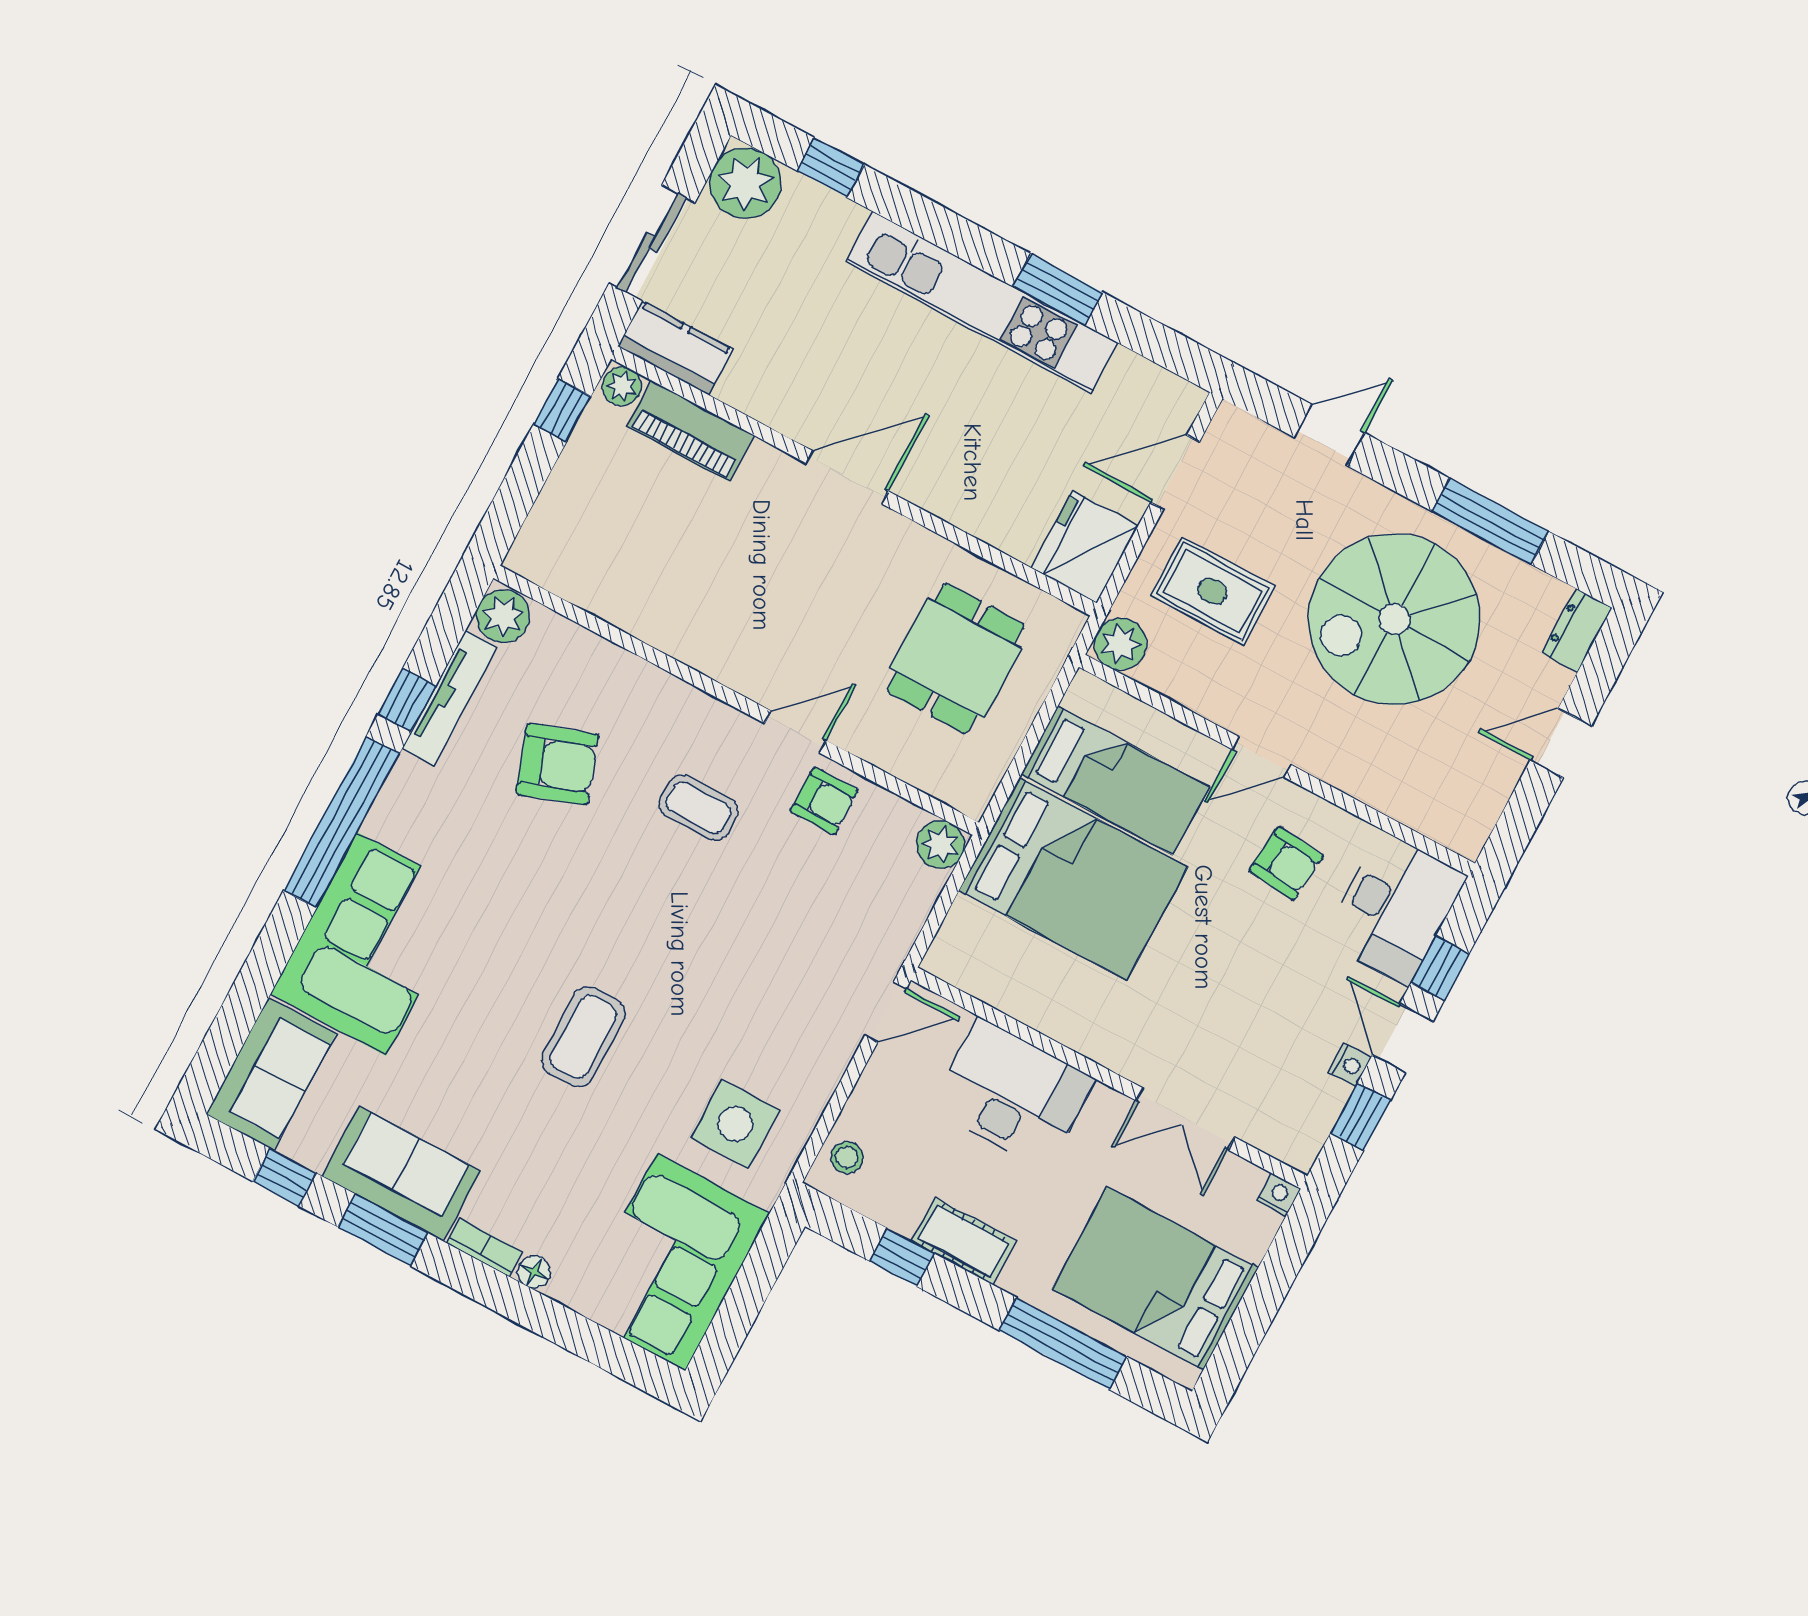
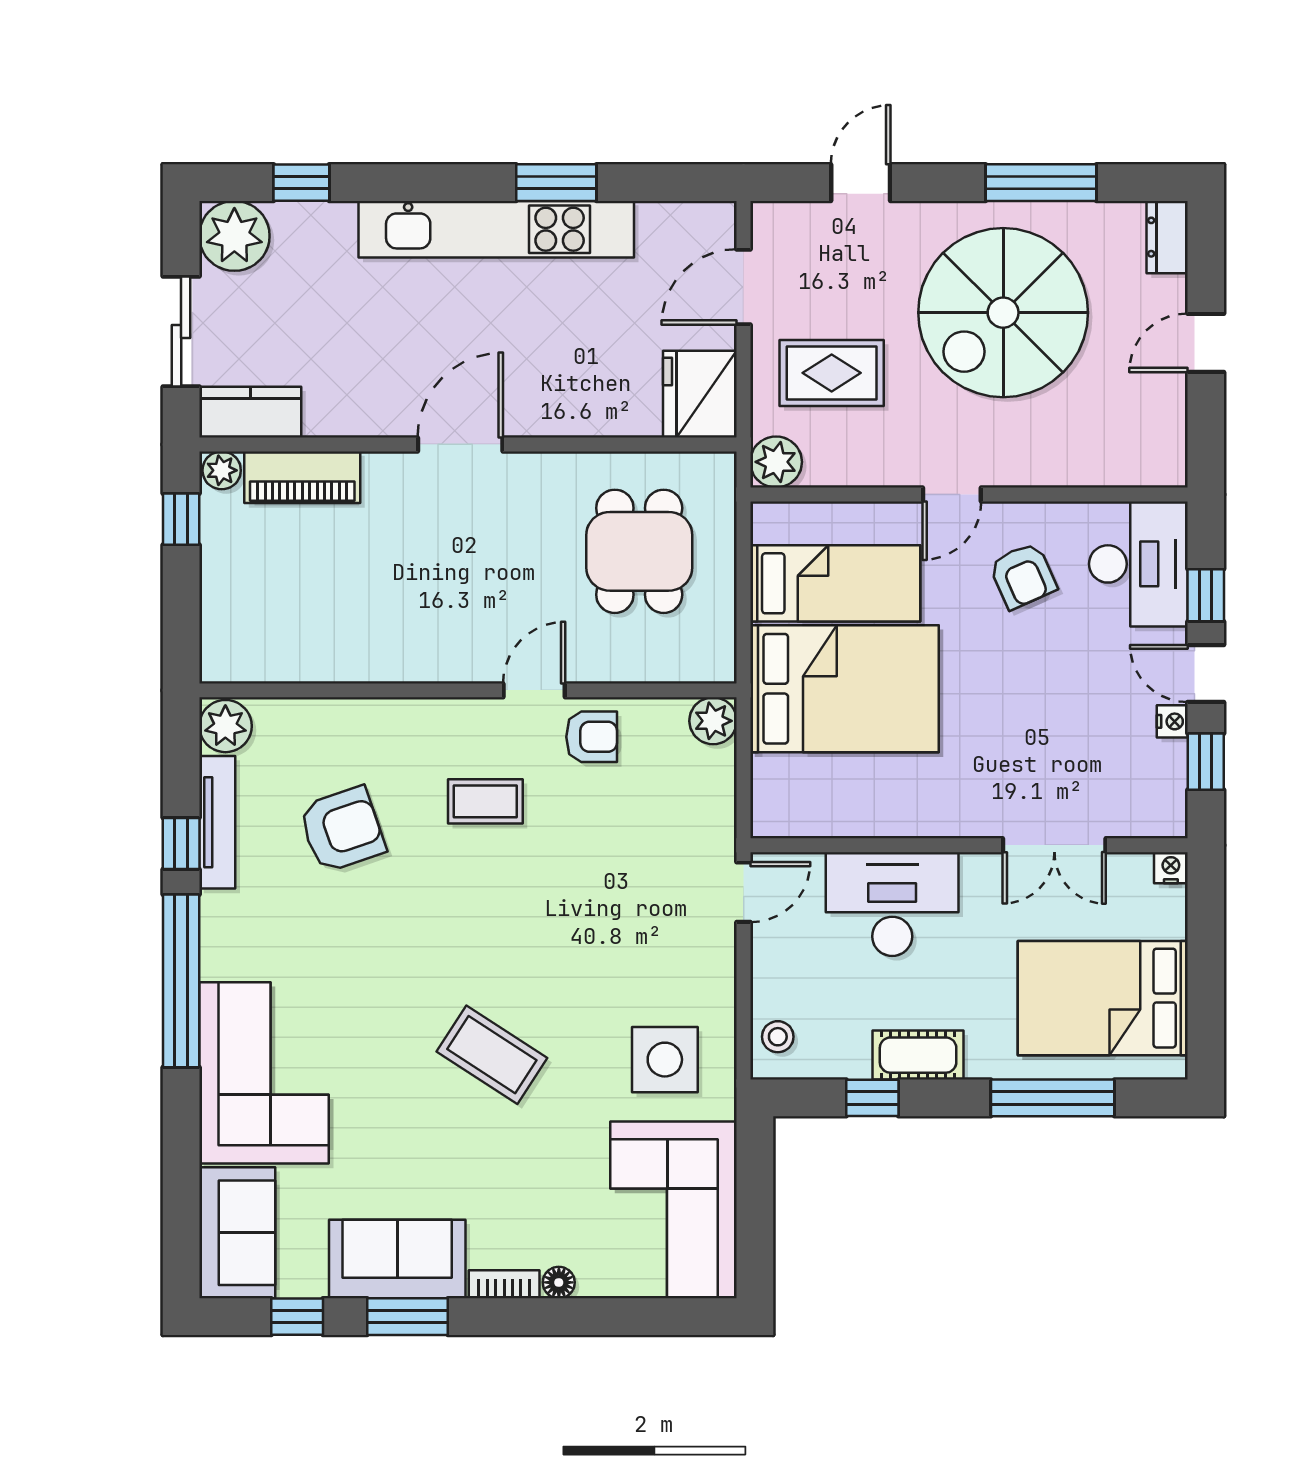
armchair: (1286, 863) -> (1023, 576), turned 60
coffee table: (583, 1037) -> (492, 1055), turned -57

